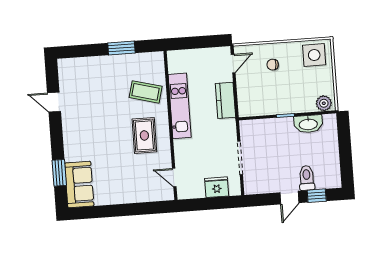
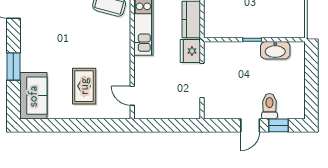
plant: (324, 103) -> (293, 30), removed
rug: (144, 135) -> (84, 86), moved
window: (59, 173) -> (13, 66), moved
fridge: (217, 187) -> (190, 51), moved, turned -90

